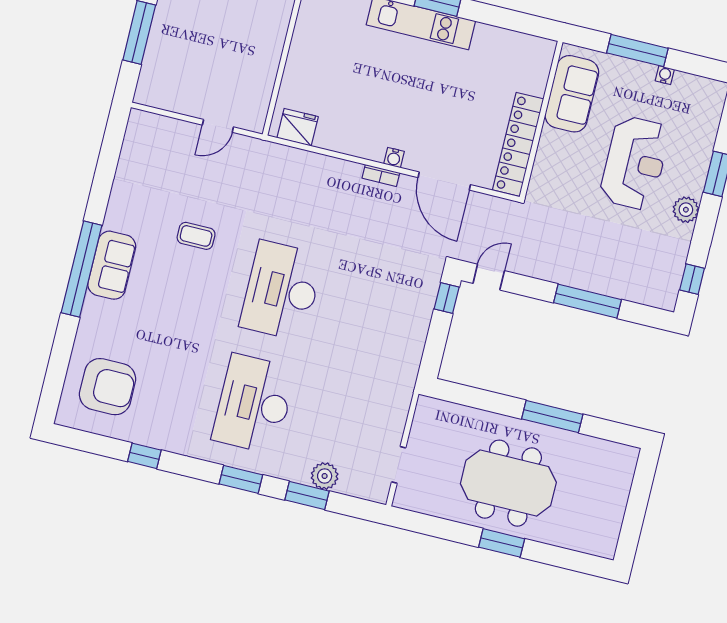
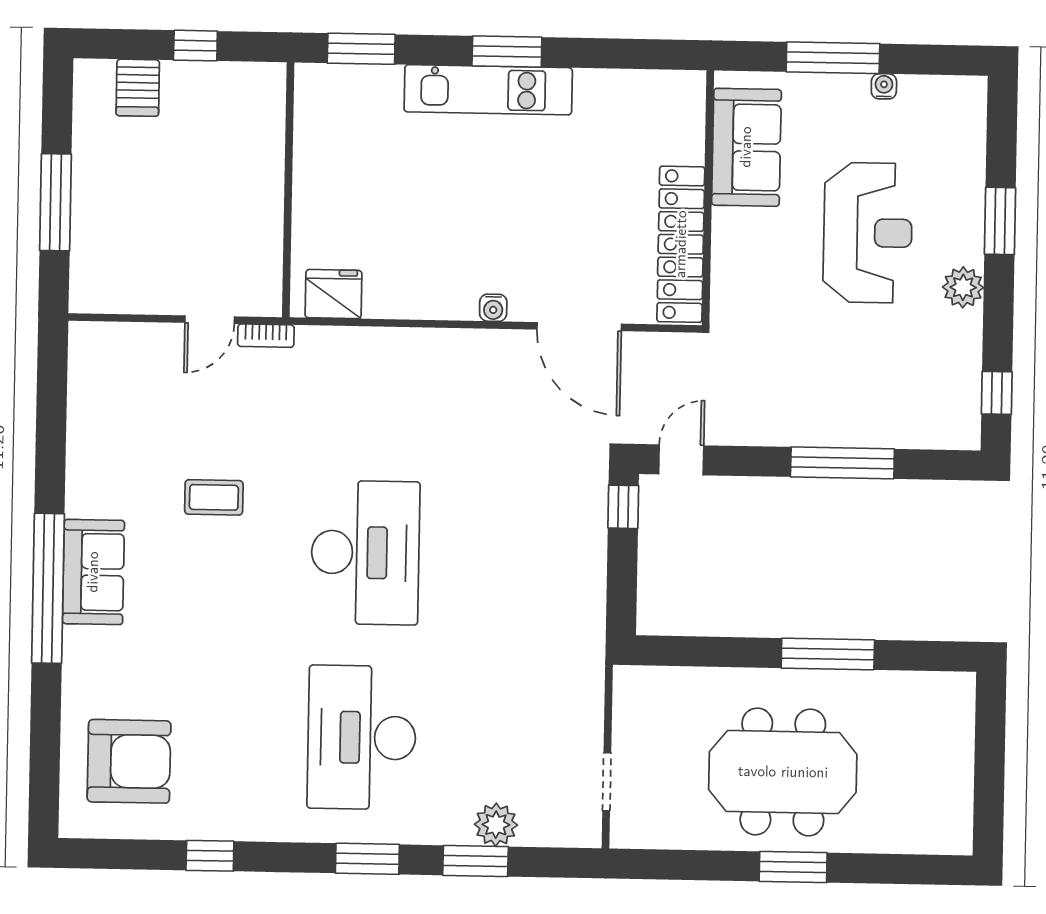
bookcase: (381, 175) -> (266, 336), moved
desk: (282, 291) -> (365, 553), turned 180

